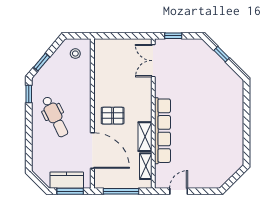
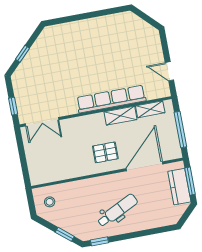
pallet: (113, 116) -> (105, 152), turned 90

